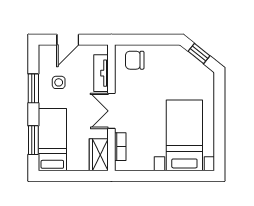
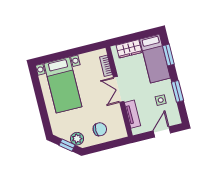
plant: (184, 59) -> (77, 139), added
chair: (135, 60) -> (100, 129), moved
double door: (111, 111) -> (119, 89), swing flipped
wardrobe: (99, 155) -> (129, 49), moved, turned 90

